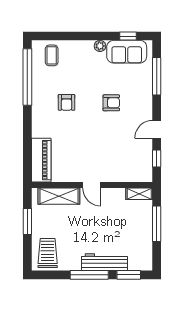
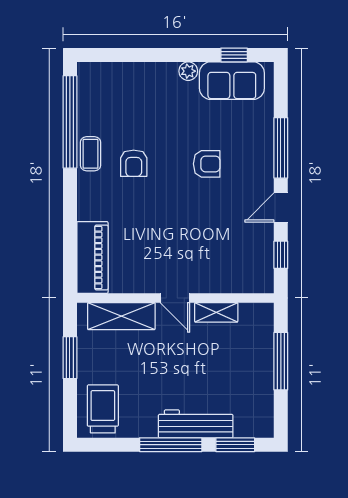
coffee table: (52, 55) -> (90, 154), moved
window: (157, 76) -> (281, 148), moved
shelving: (139, 194) -> (216, 312), moved

